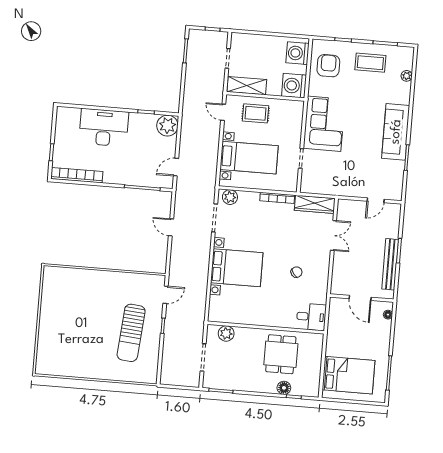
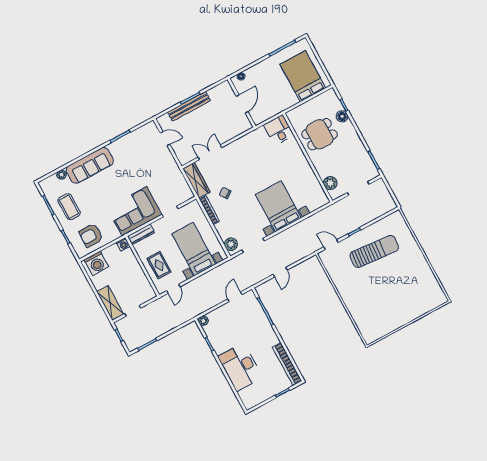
shelving: (247, 86) -> (110, 303), moved
washing machine: (294, 86) -> (123, 244), width x0.53, depth x0.53
dresser: (297, 115) -> (141, 234), added
plant: (167, 126) -> (203, 321), width x0.53, depth x0.53
sofa: (396, 132) -> (90, 165), moved
door: (176, 167) -> (235, 297), swing flipped
bench: (390, 264) -> (189, 106), moved
chair: (297, 272) -> (225, 193), moved

